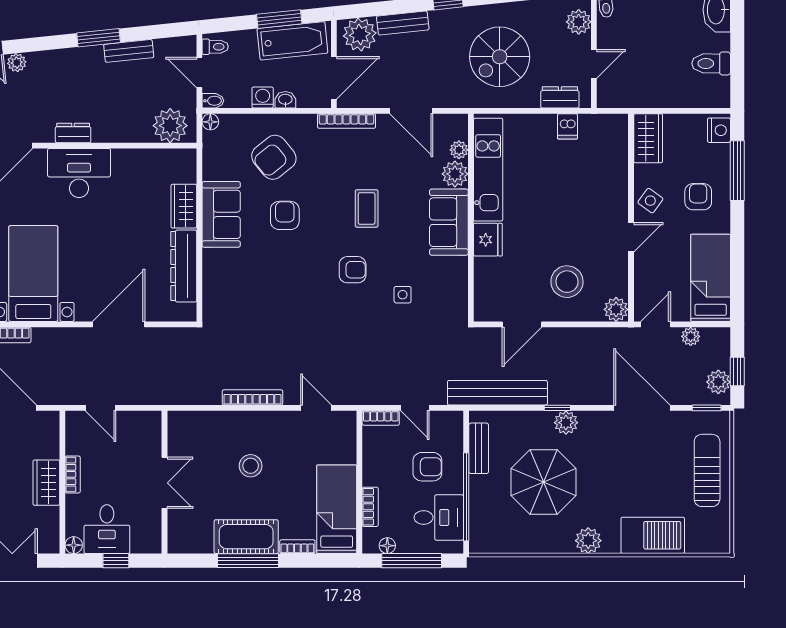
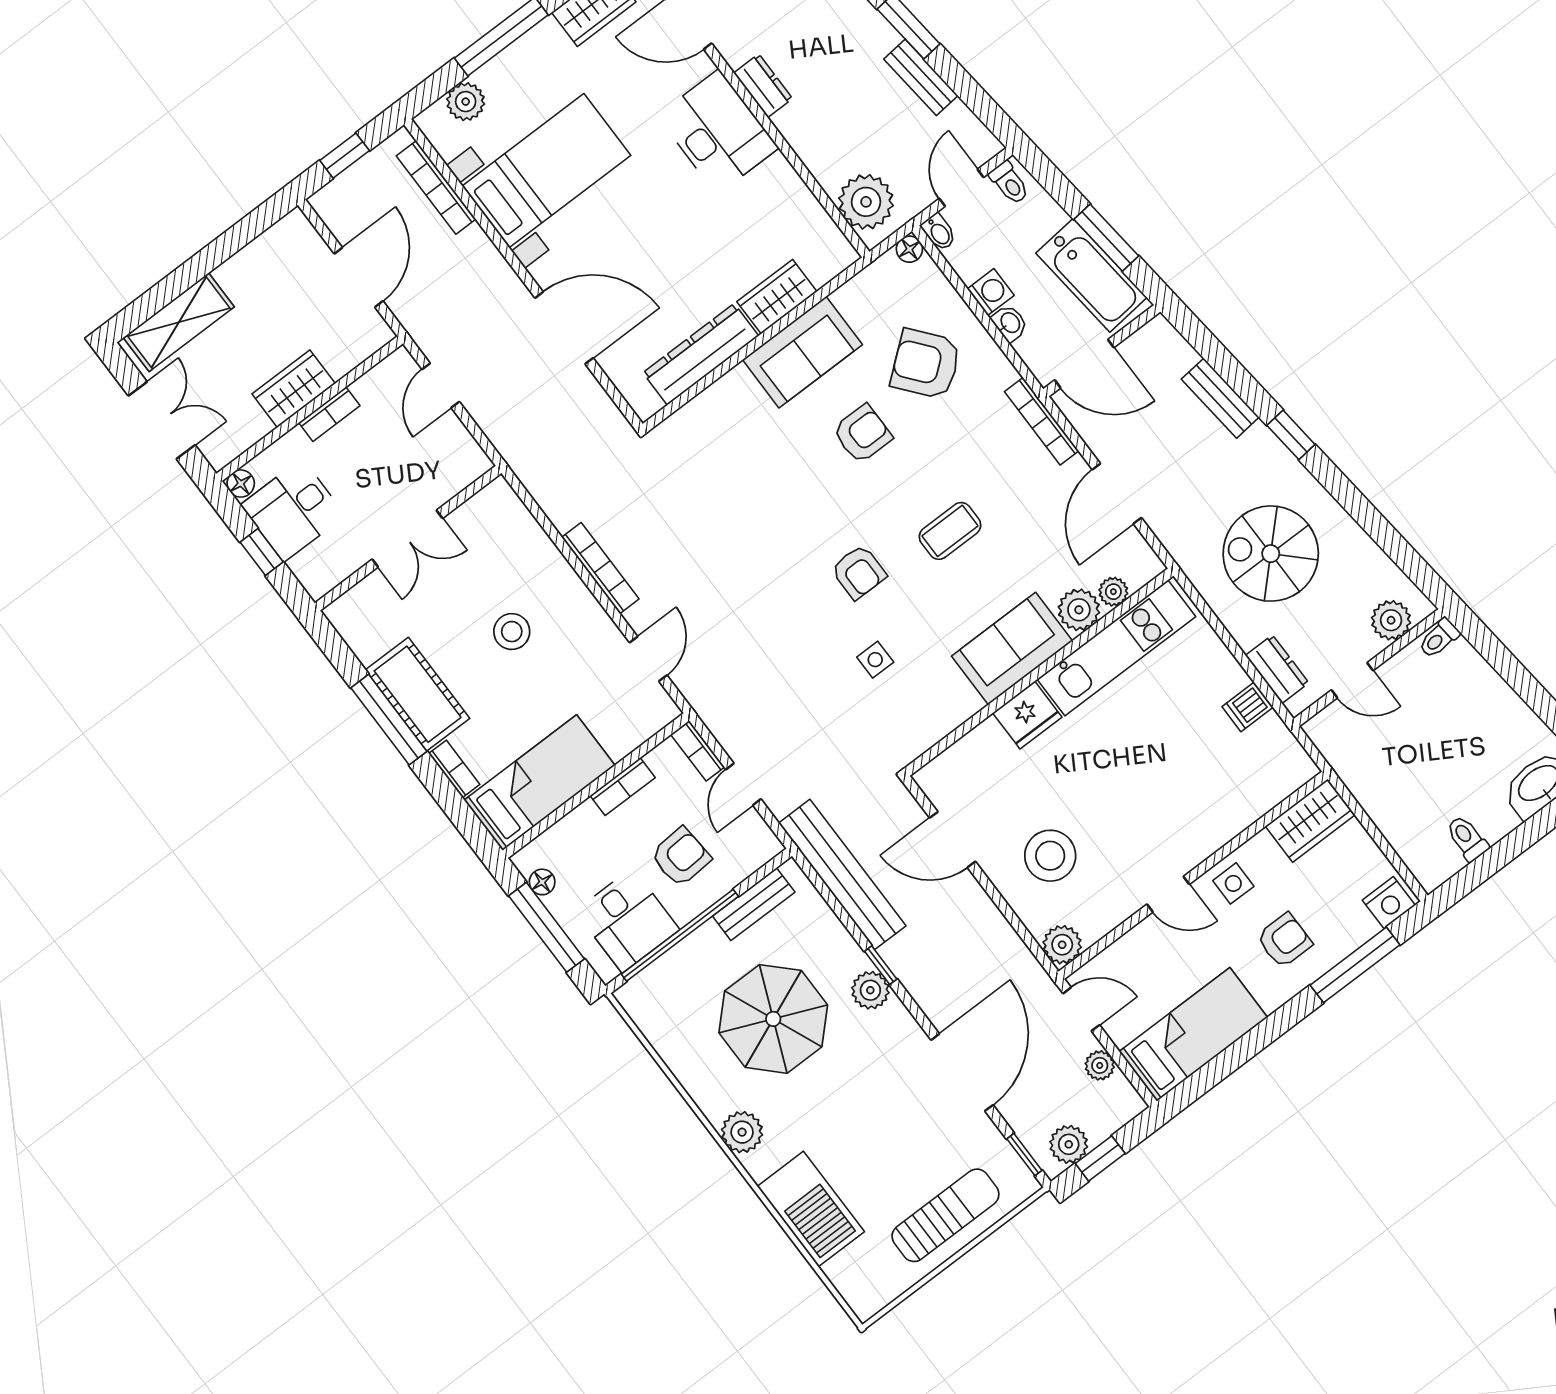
plant: (360, 35) -> (1164, 355), removed
toilet: (711, 63) -> (1467, 838), width x0.73, depth x0.72
side table: (650, 201) -> (1233, 883), turned -36
armchair: (427, 467) -> (681, 857), turned -94
bookcase: (370, 507) -> (623, 787), moved

